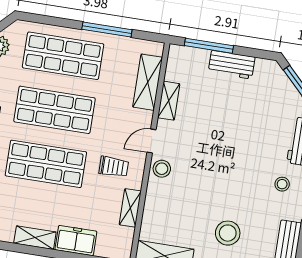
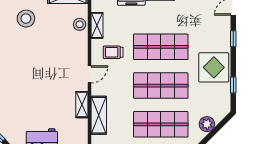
stool: (162, 169) -> (80, 24), moved

